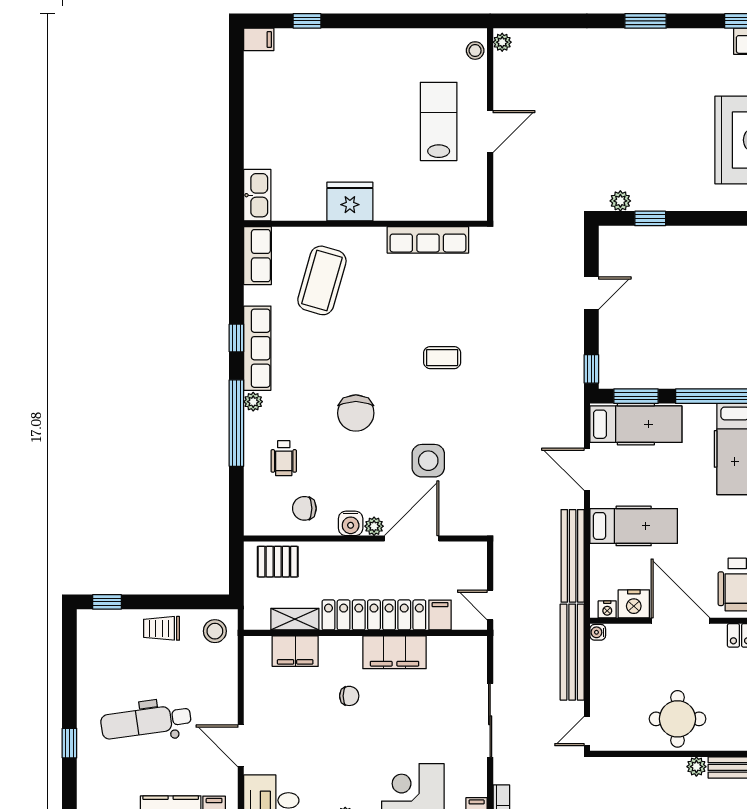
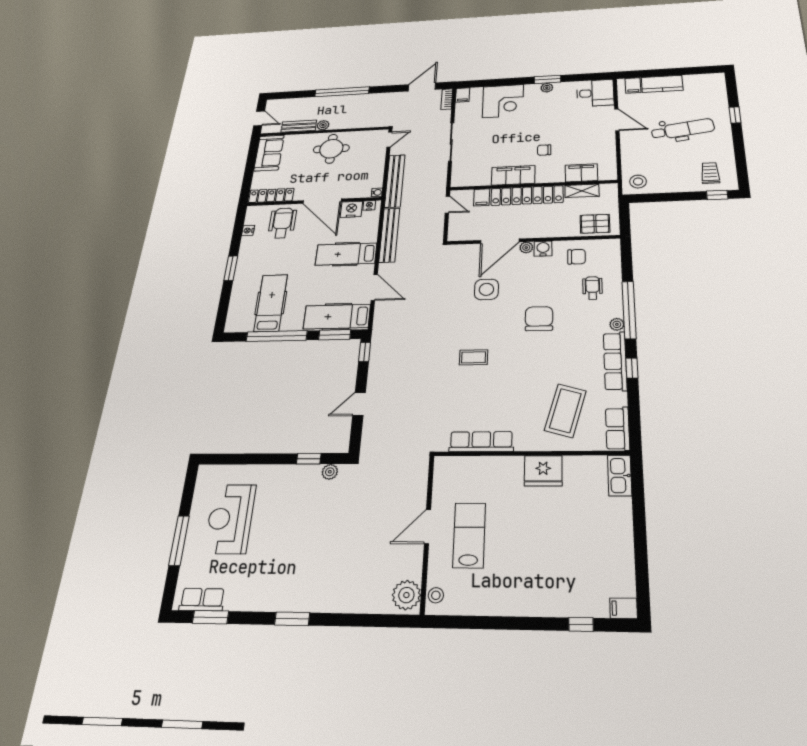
plant: (502, 42) -> (406, 595), width x1.88, depth x1.88
lab bench: (439, 121) -> (469, 535), turned 180
trolley: (161, 628) -> (710, 173), moved, turned -90

